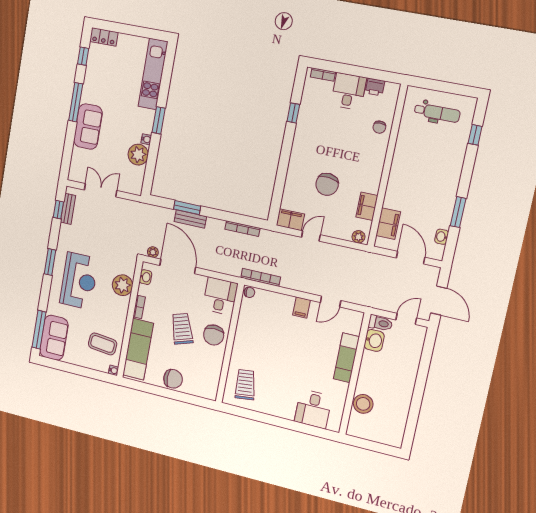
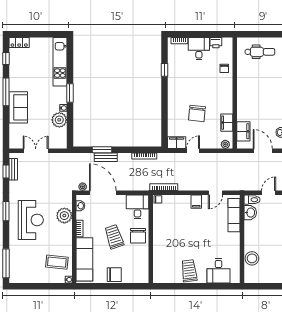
sofa: (54, 338) -> (19, 267), removed
exam couch: (346, 358) -> (234, 215), moved
trolley: (245, 385) -> (189, 271), moved

